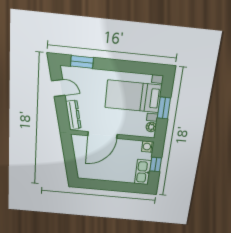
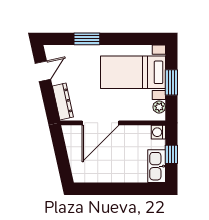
window: (82, 62) -> (87, 39), moved
door: (58, 88) -> (43, 71), hinge flipped

